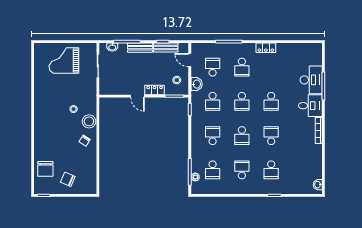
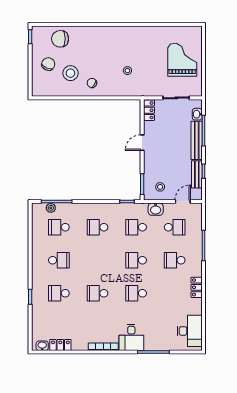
bench: (140, 48) -> (197, 140), width x1.36
desk: (311, 80) -> (190, 331), moved, turned -90
locker: (155, 90) -> (149, 110), moved
stool: (89, 121) -> (70, 73), moved
school desk: (213, 136) -> (97, 227), turned 180
school desk: (242, 136) -> (97, 260), removed
school desk: (271, 136) -> (97, 293), turned 180
locker: (317, 169) -> (60, 345), added

